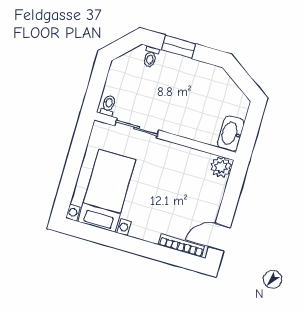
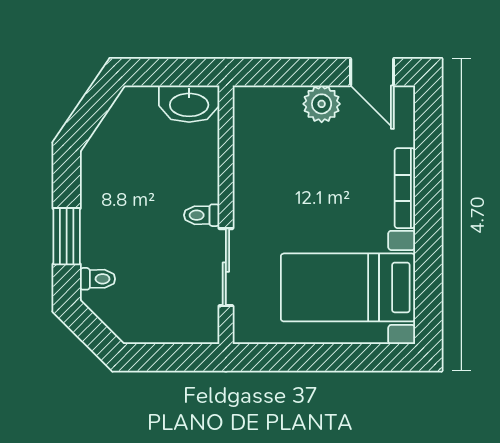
toilet: (108, 105) -> (202, 215), moved
plant: (221, 167) -> (322, 104), moved
bookcase: (181, 246) -> (405, 188), moved

